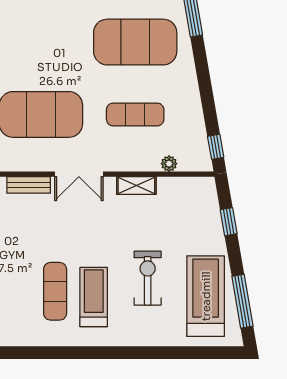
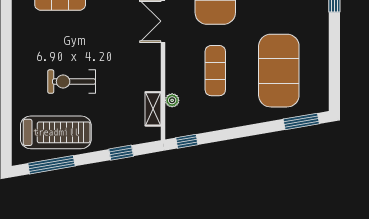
shelving: (136, 185) -> (153, 109), moved
exercise bike: (148, 278) -> (72, 82), turned 180
treadmill: (94, 297) -> (55, 34), removed

